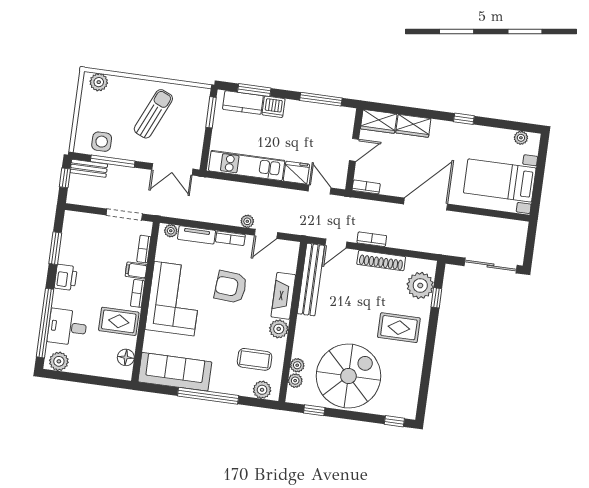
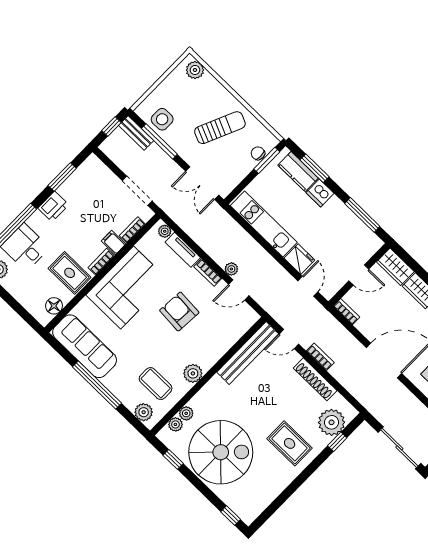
chair: (200, 112) -> (258, 153), added
fireplace: (283, 296) -> (216, 350), removed

